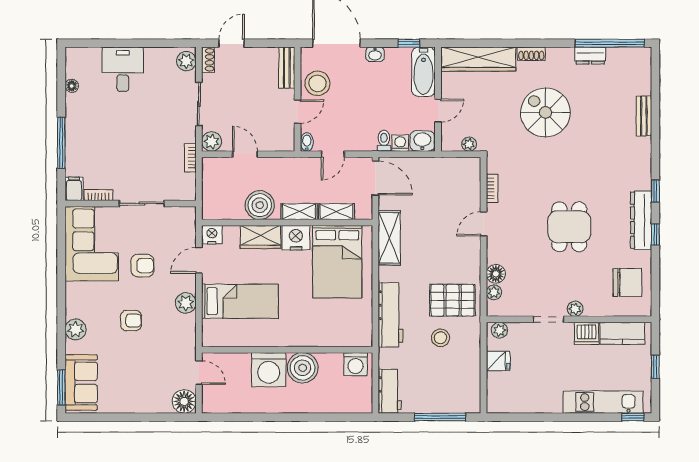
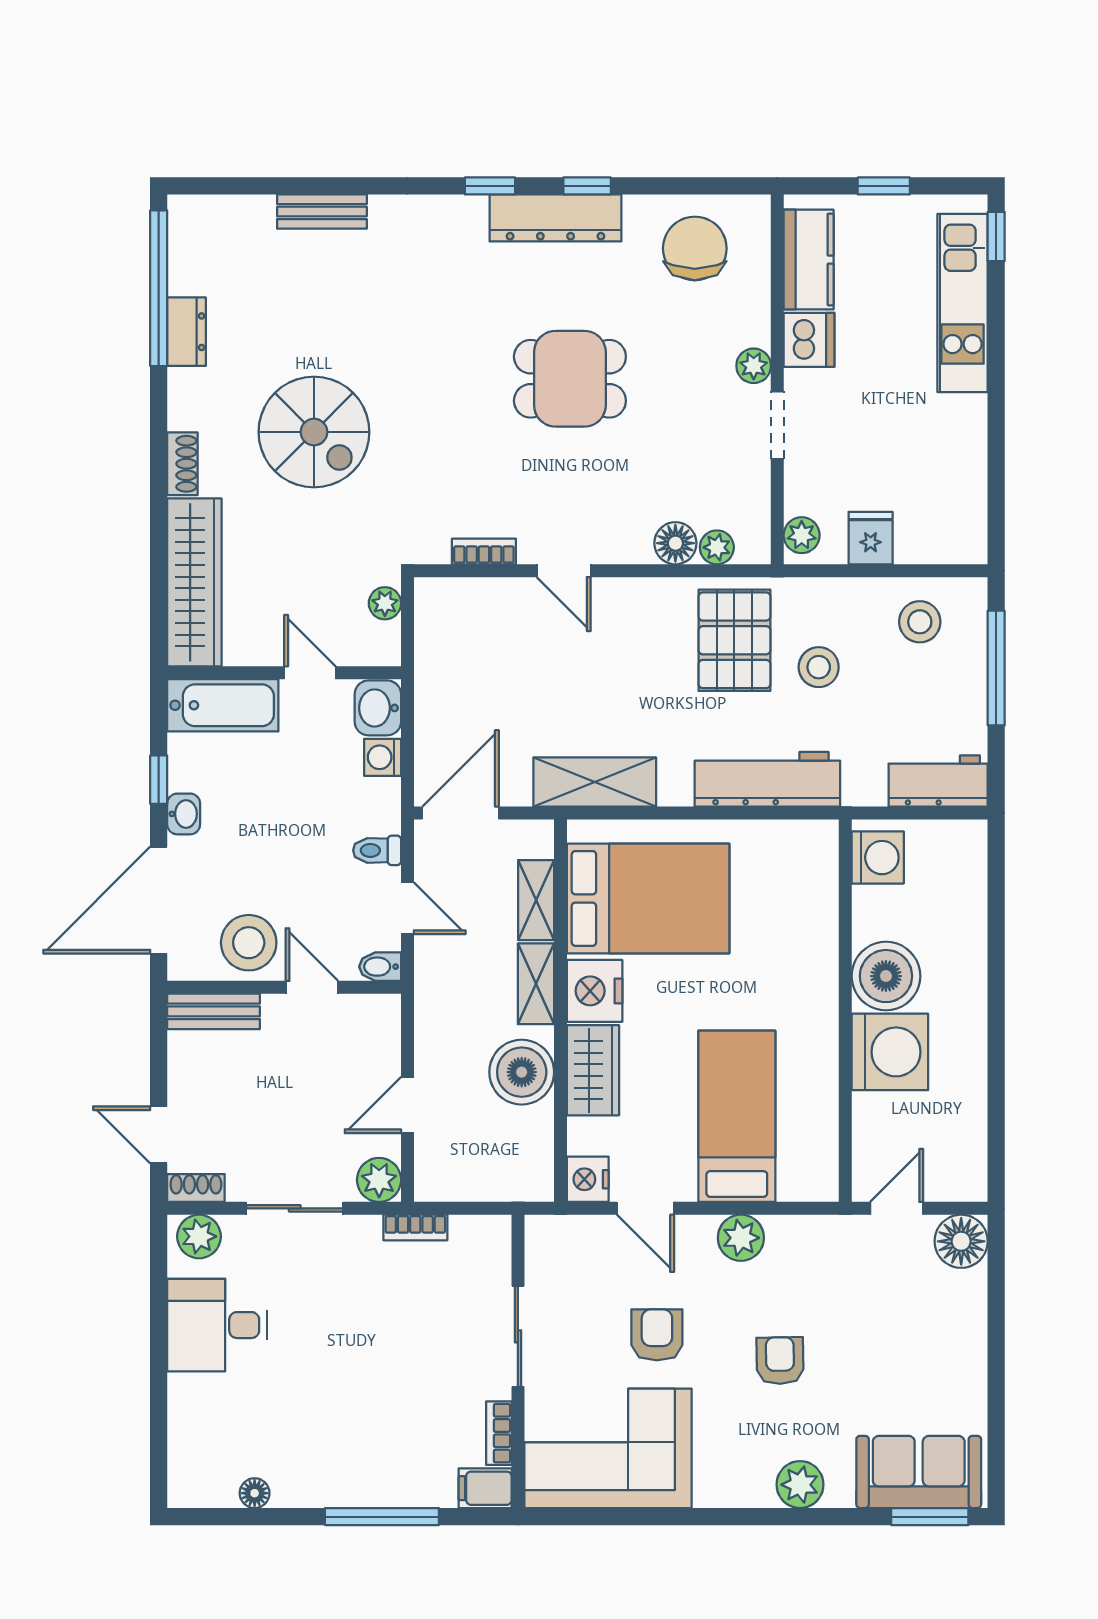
window: (409, 43) -> (159, 780), moved
desk: (123, 69) -> (217, 1325), moved
spiral stairs: (545, 112) -> (314, 432), turned -90
toilet: (384, 141) -> (377, 850), moved
stool: (461, 383) -> (920, 622), added

